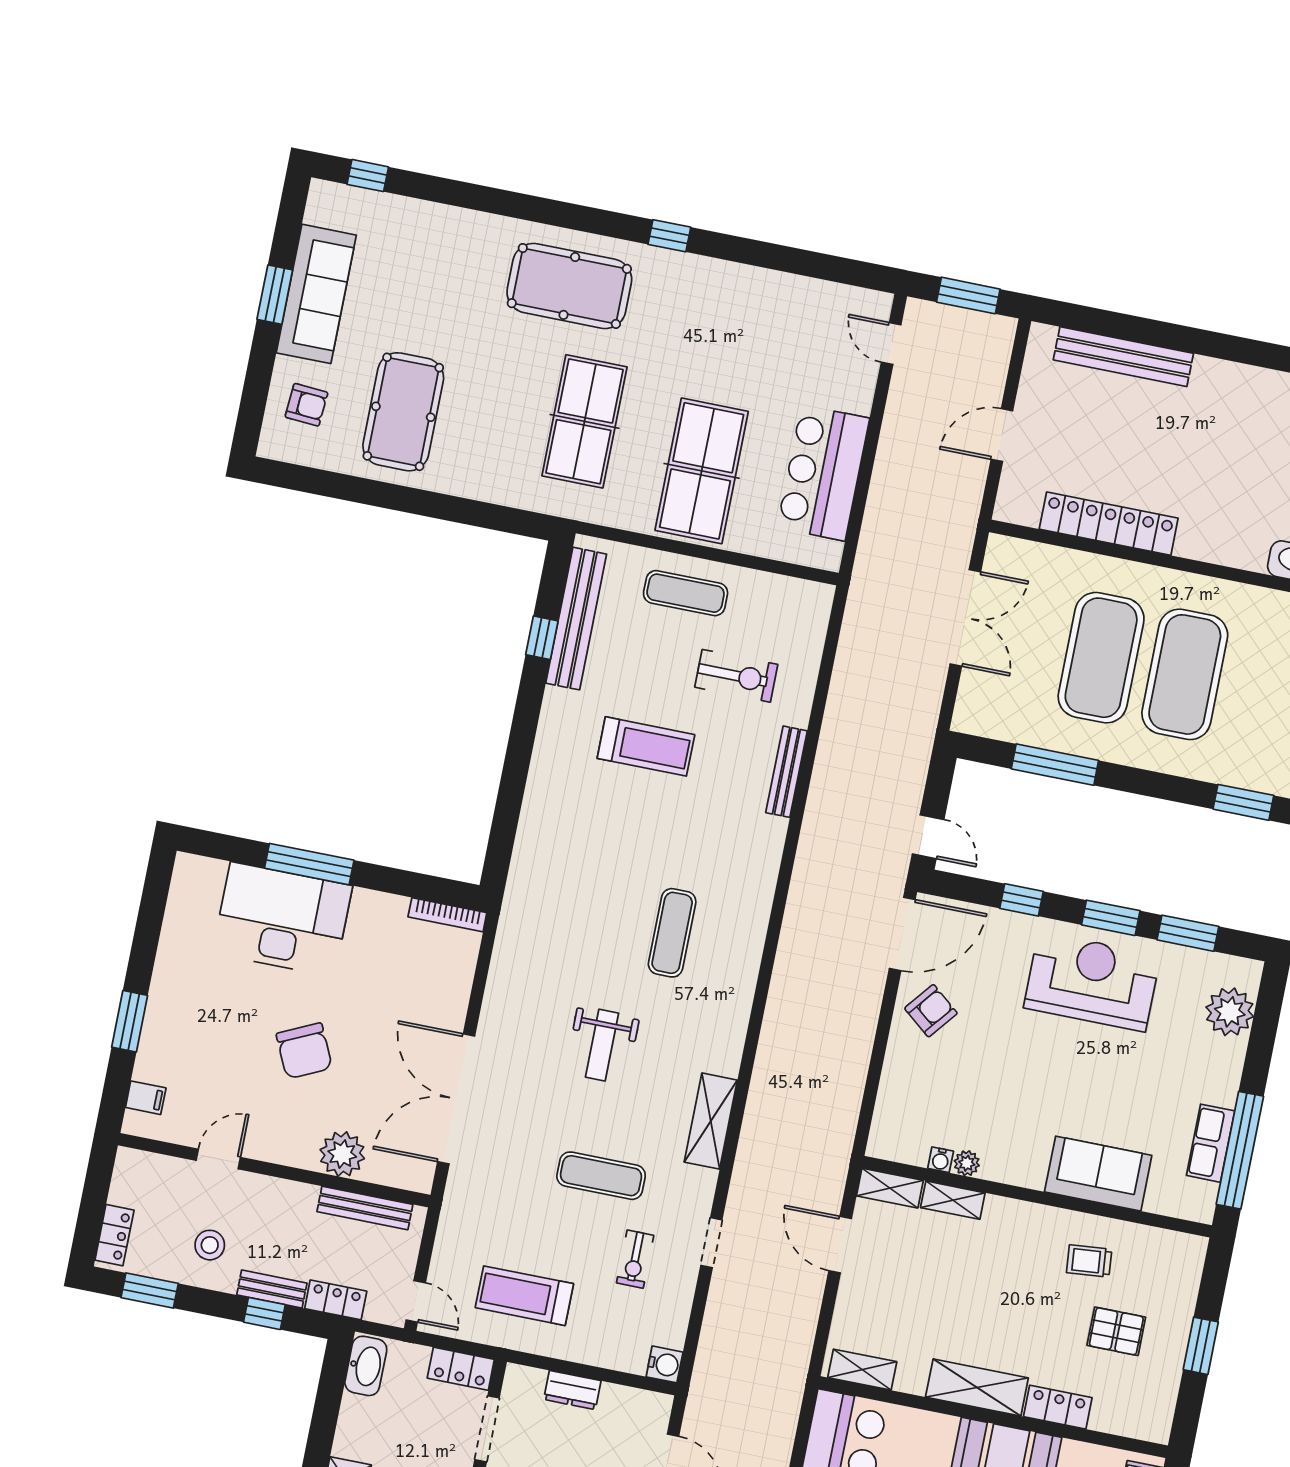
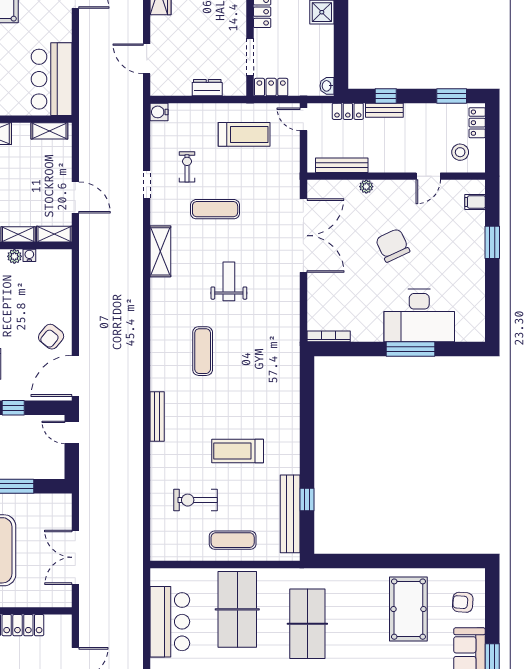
bench: (786, 772) -> (157, 416), moved
plant: (342, 1154) -> (366, 187), width x0.53, depth x0.53
stool: (210, 1245) -> (460, 152), moved
washbasin: (366, 1366) -> (327, 86), width x0.52, depth x0.69

